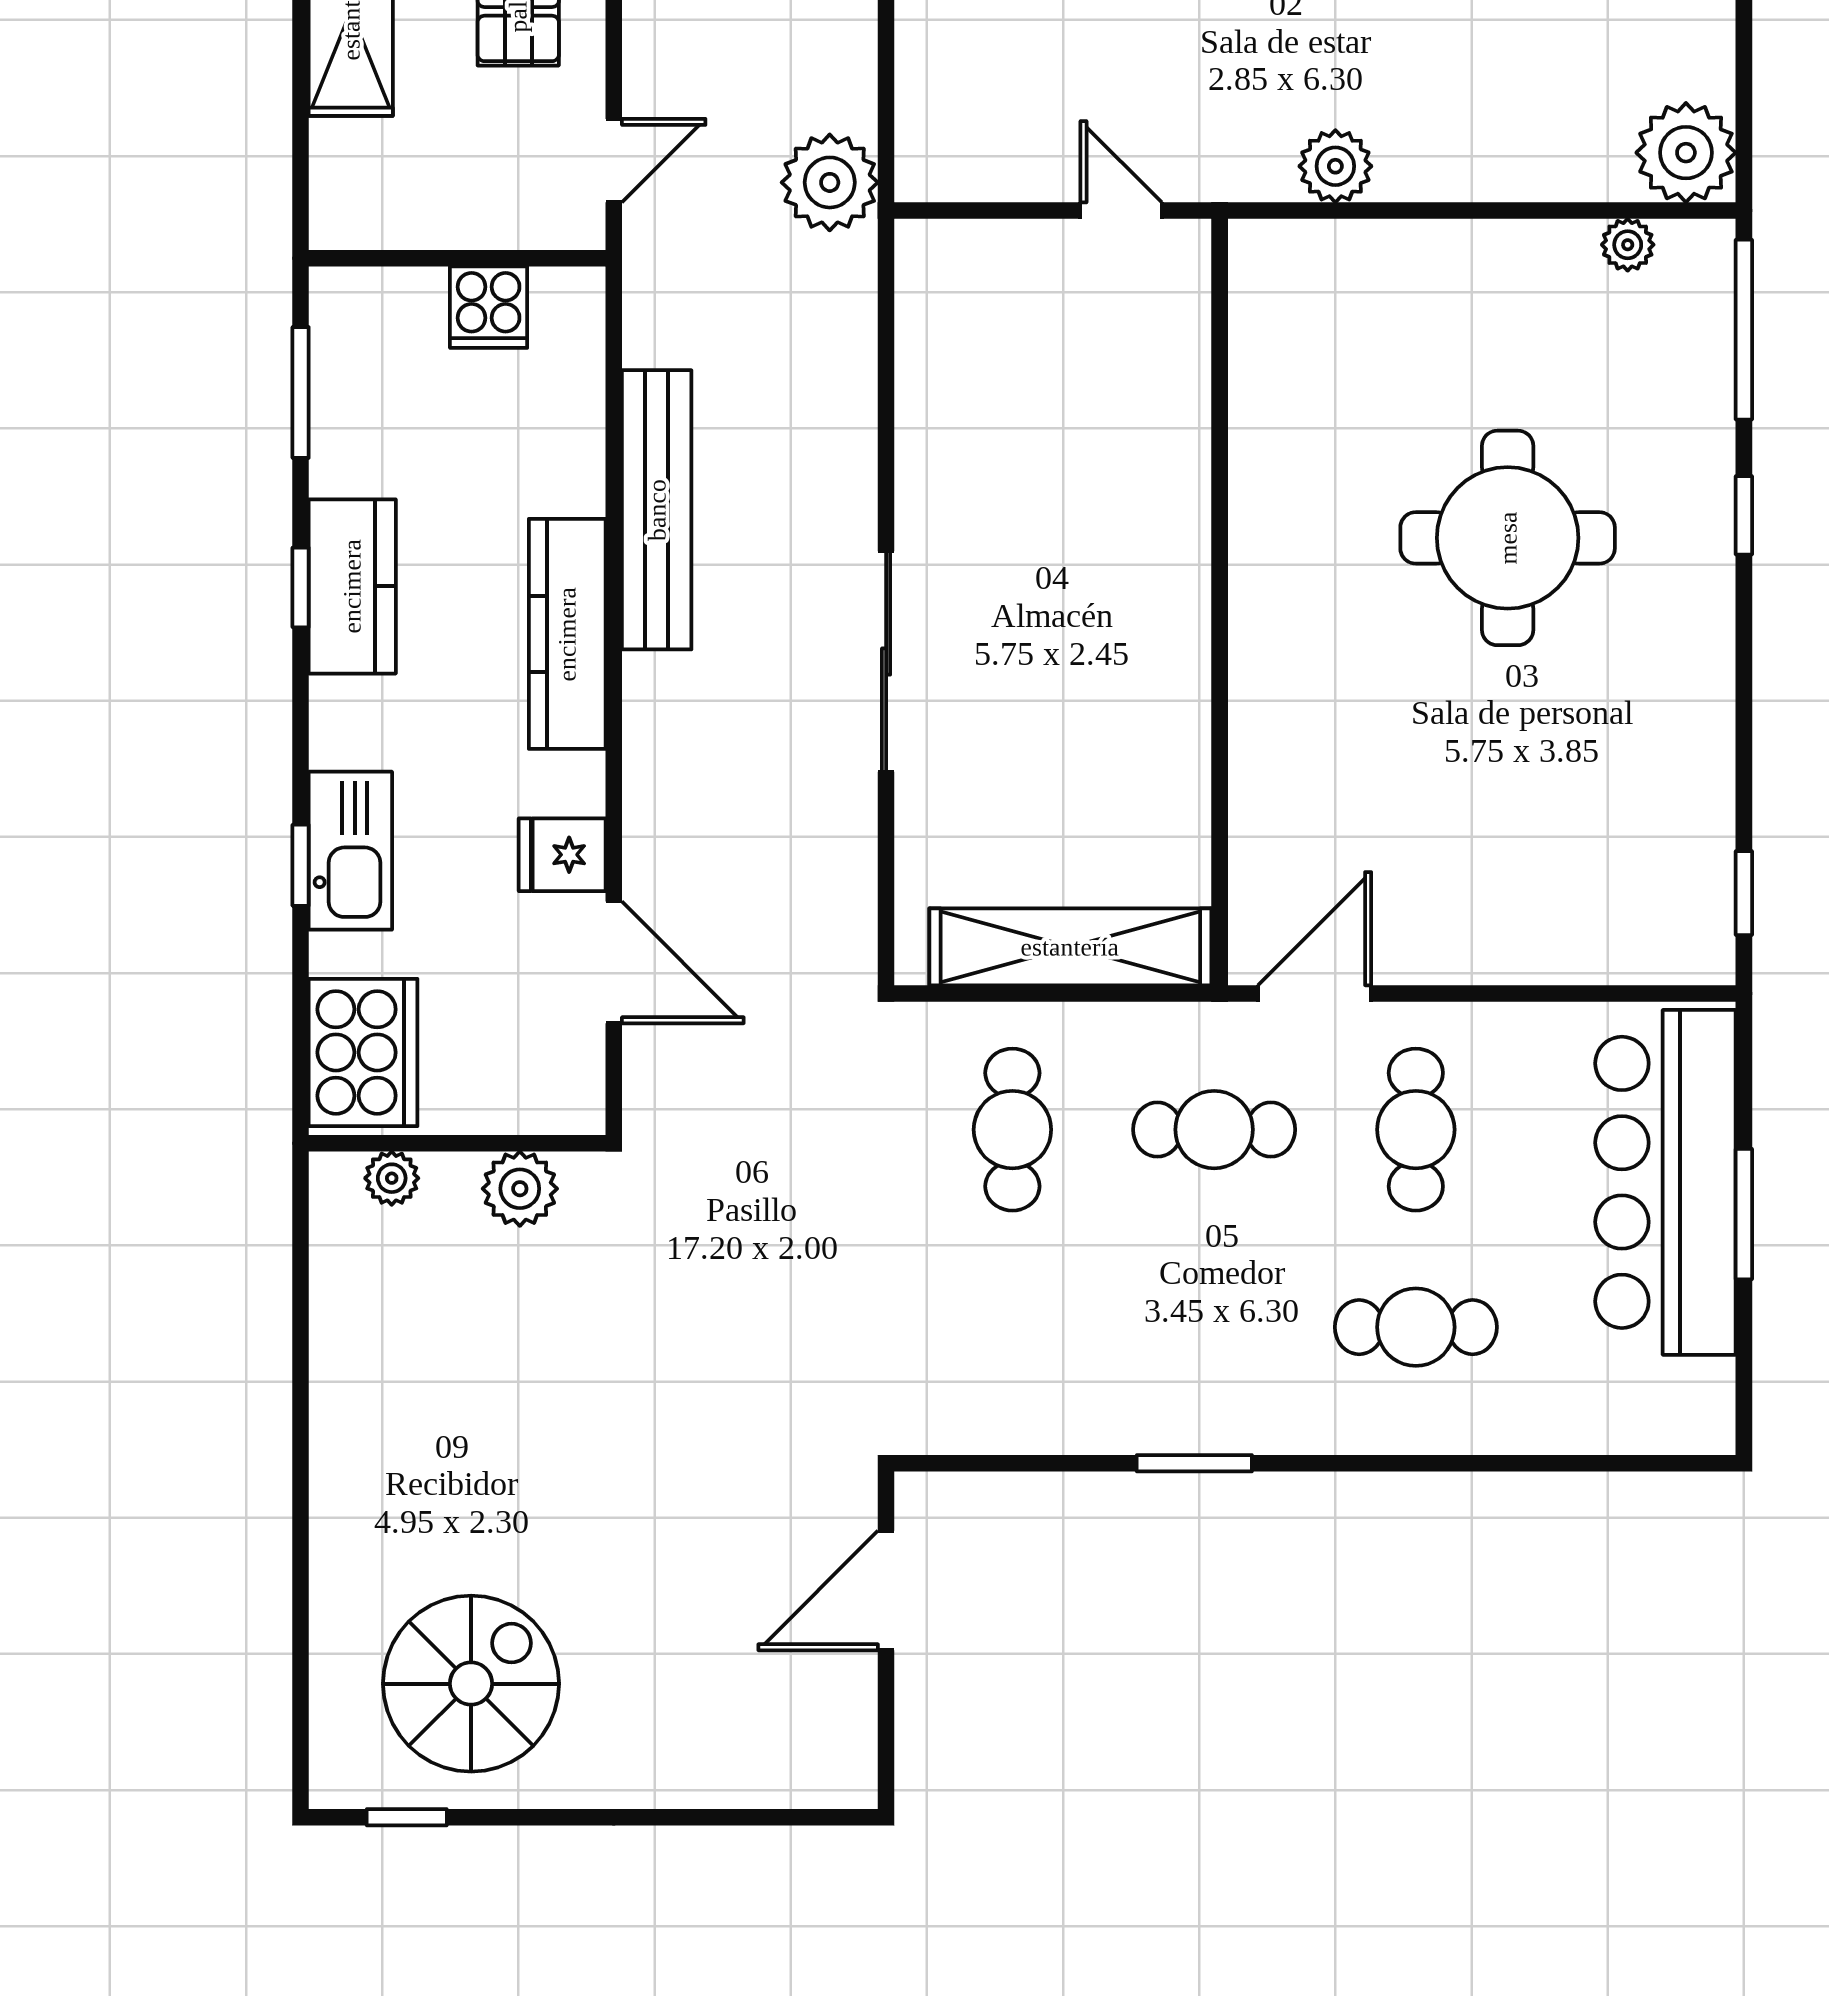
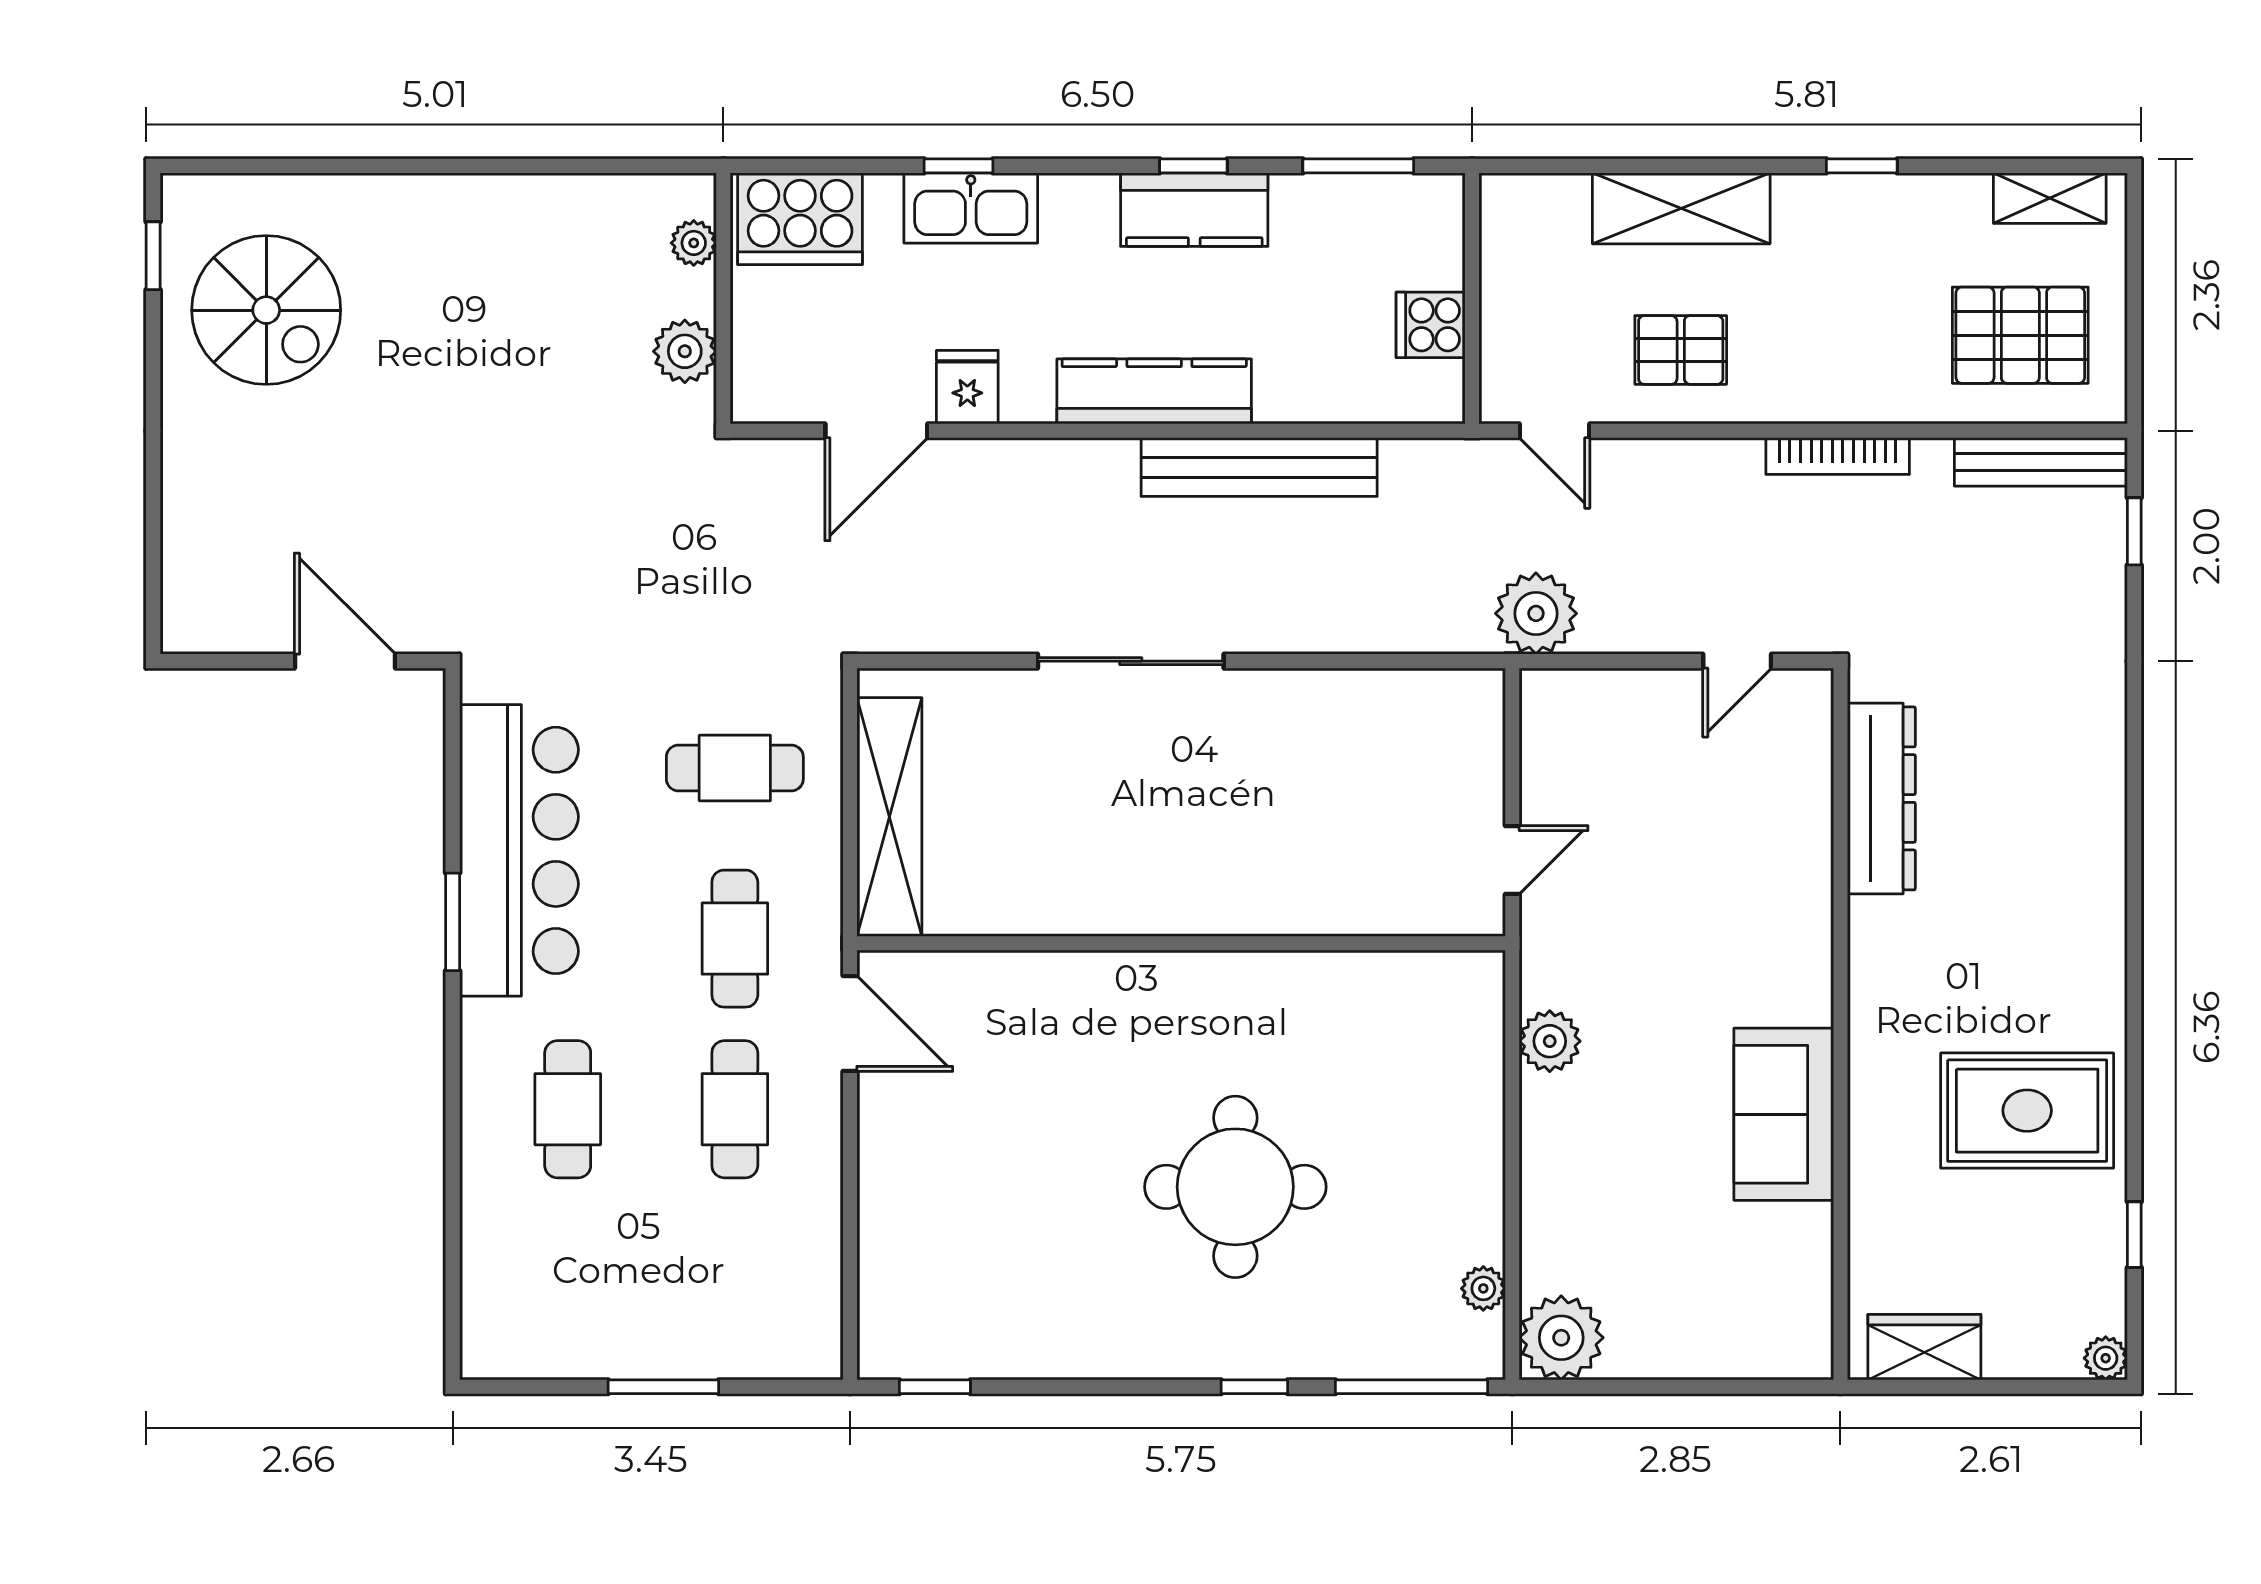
cafe table: (1416, 1130) -> (735, 1109), turned 90
bar counter: (1665, 1182) -> (519, 850), moved, turned 90

